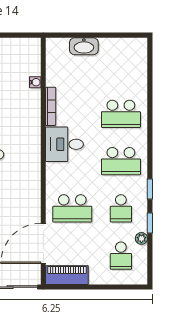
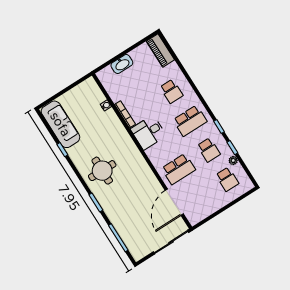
school desk: (121, 114) -> (171, 91), width x0.54
piano: (67, 275) -> (160, 51), moved, turned -90

